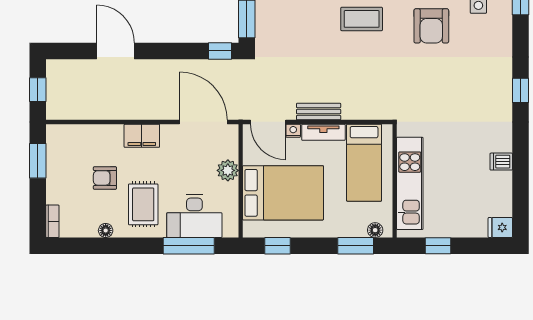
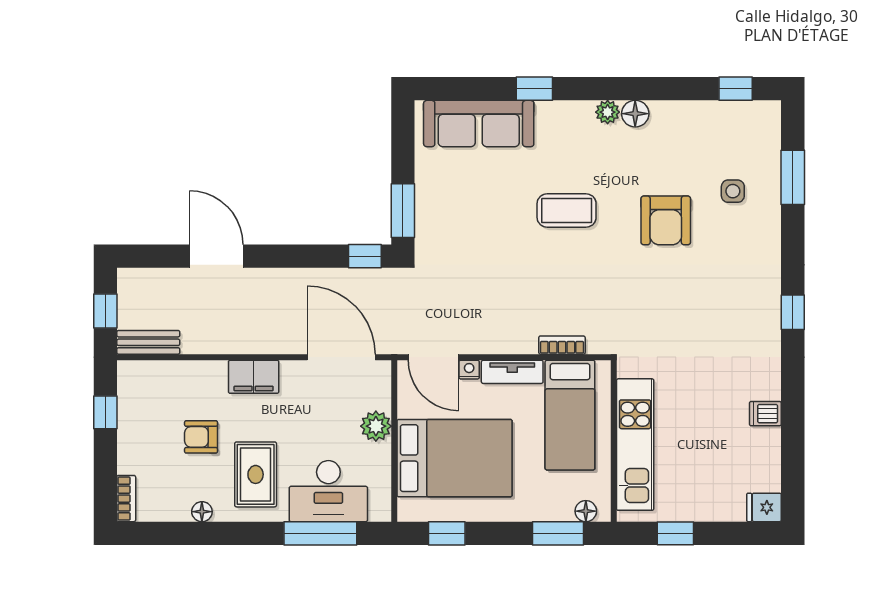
bench: (319, 112) -> (148, 342), moved
bookcase: (358, 113) -> (562, 345), added
window: (38, 161) -> (105, 412), width x0.67

